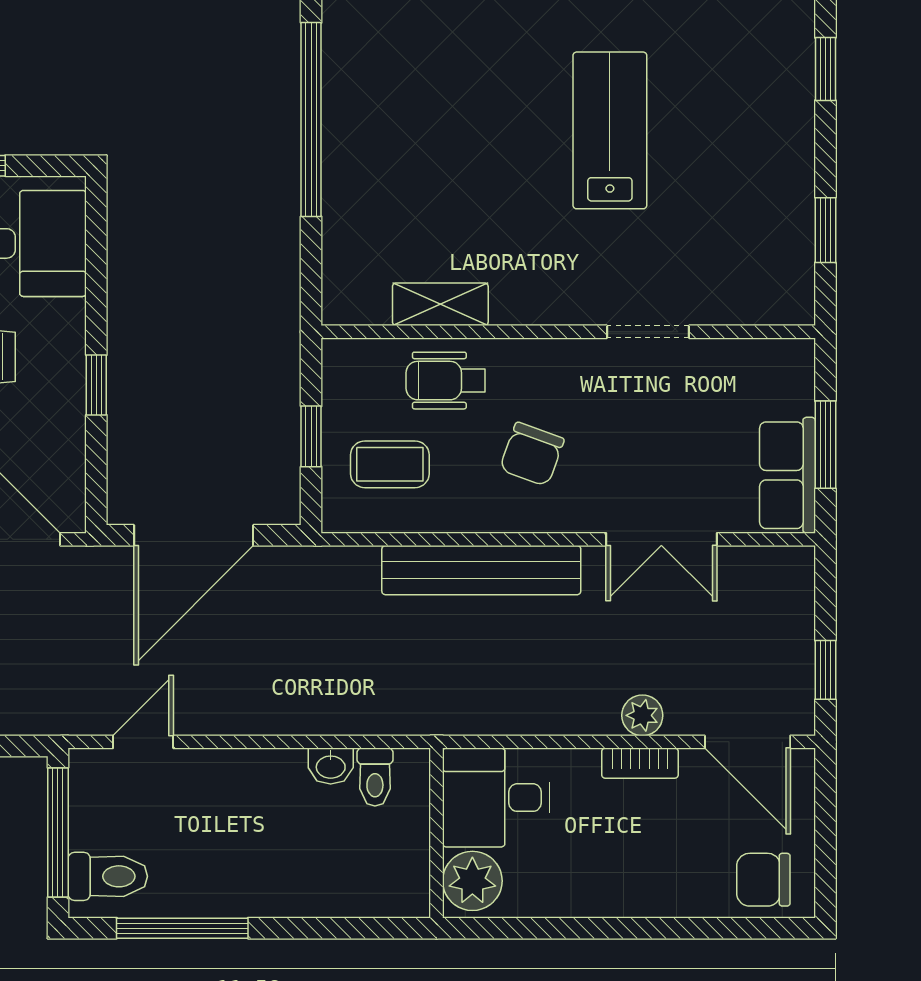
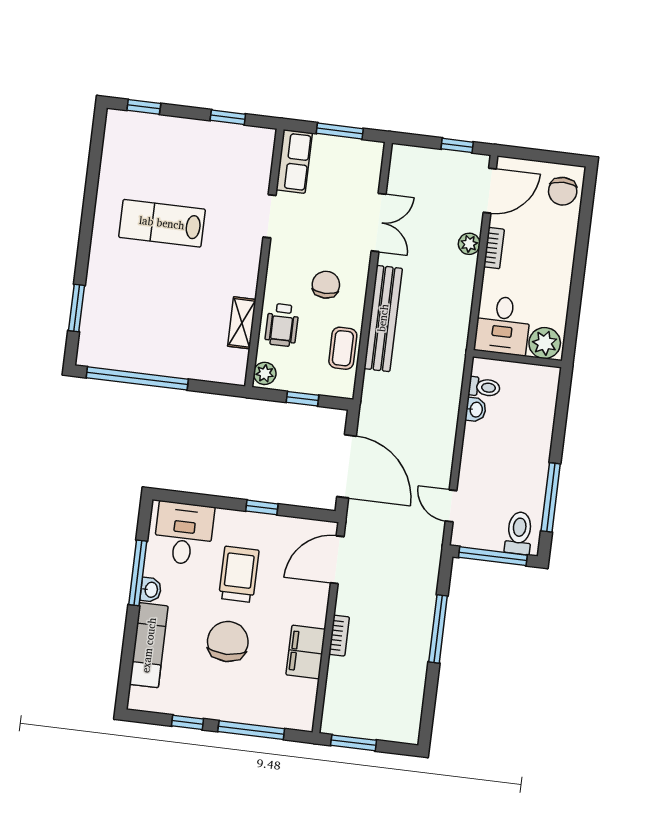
plant: (350, 359) -> (265, 373), added
chair: (532, 454) -> (326, 285), turned -110
coffee table: (390, 464) -> (343, 348), moved
row of seats: (787, 475) -> (294, 161), moved, turned -90

